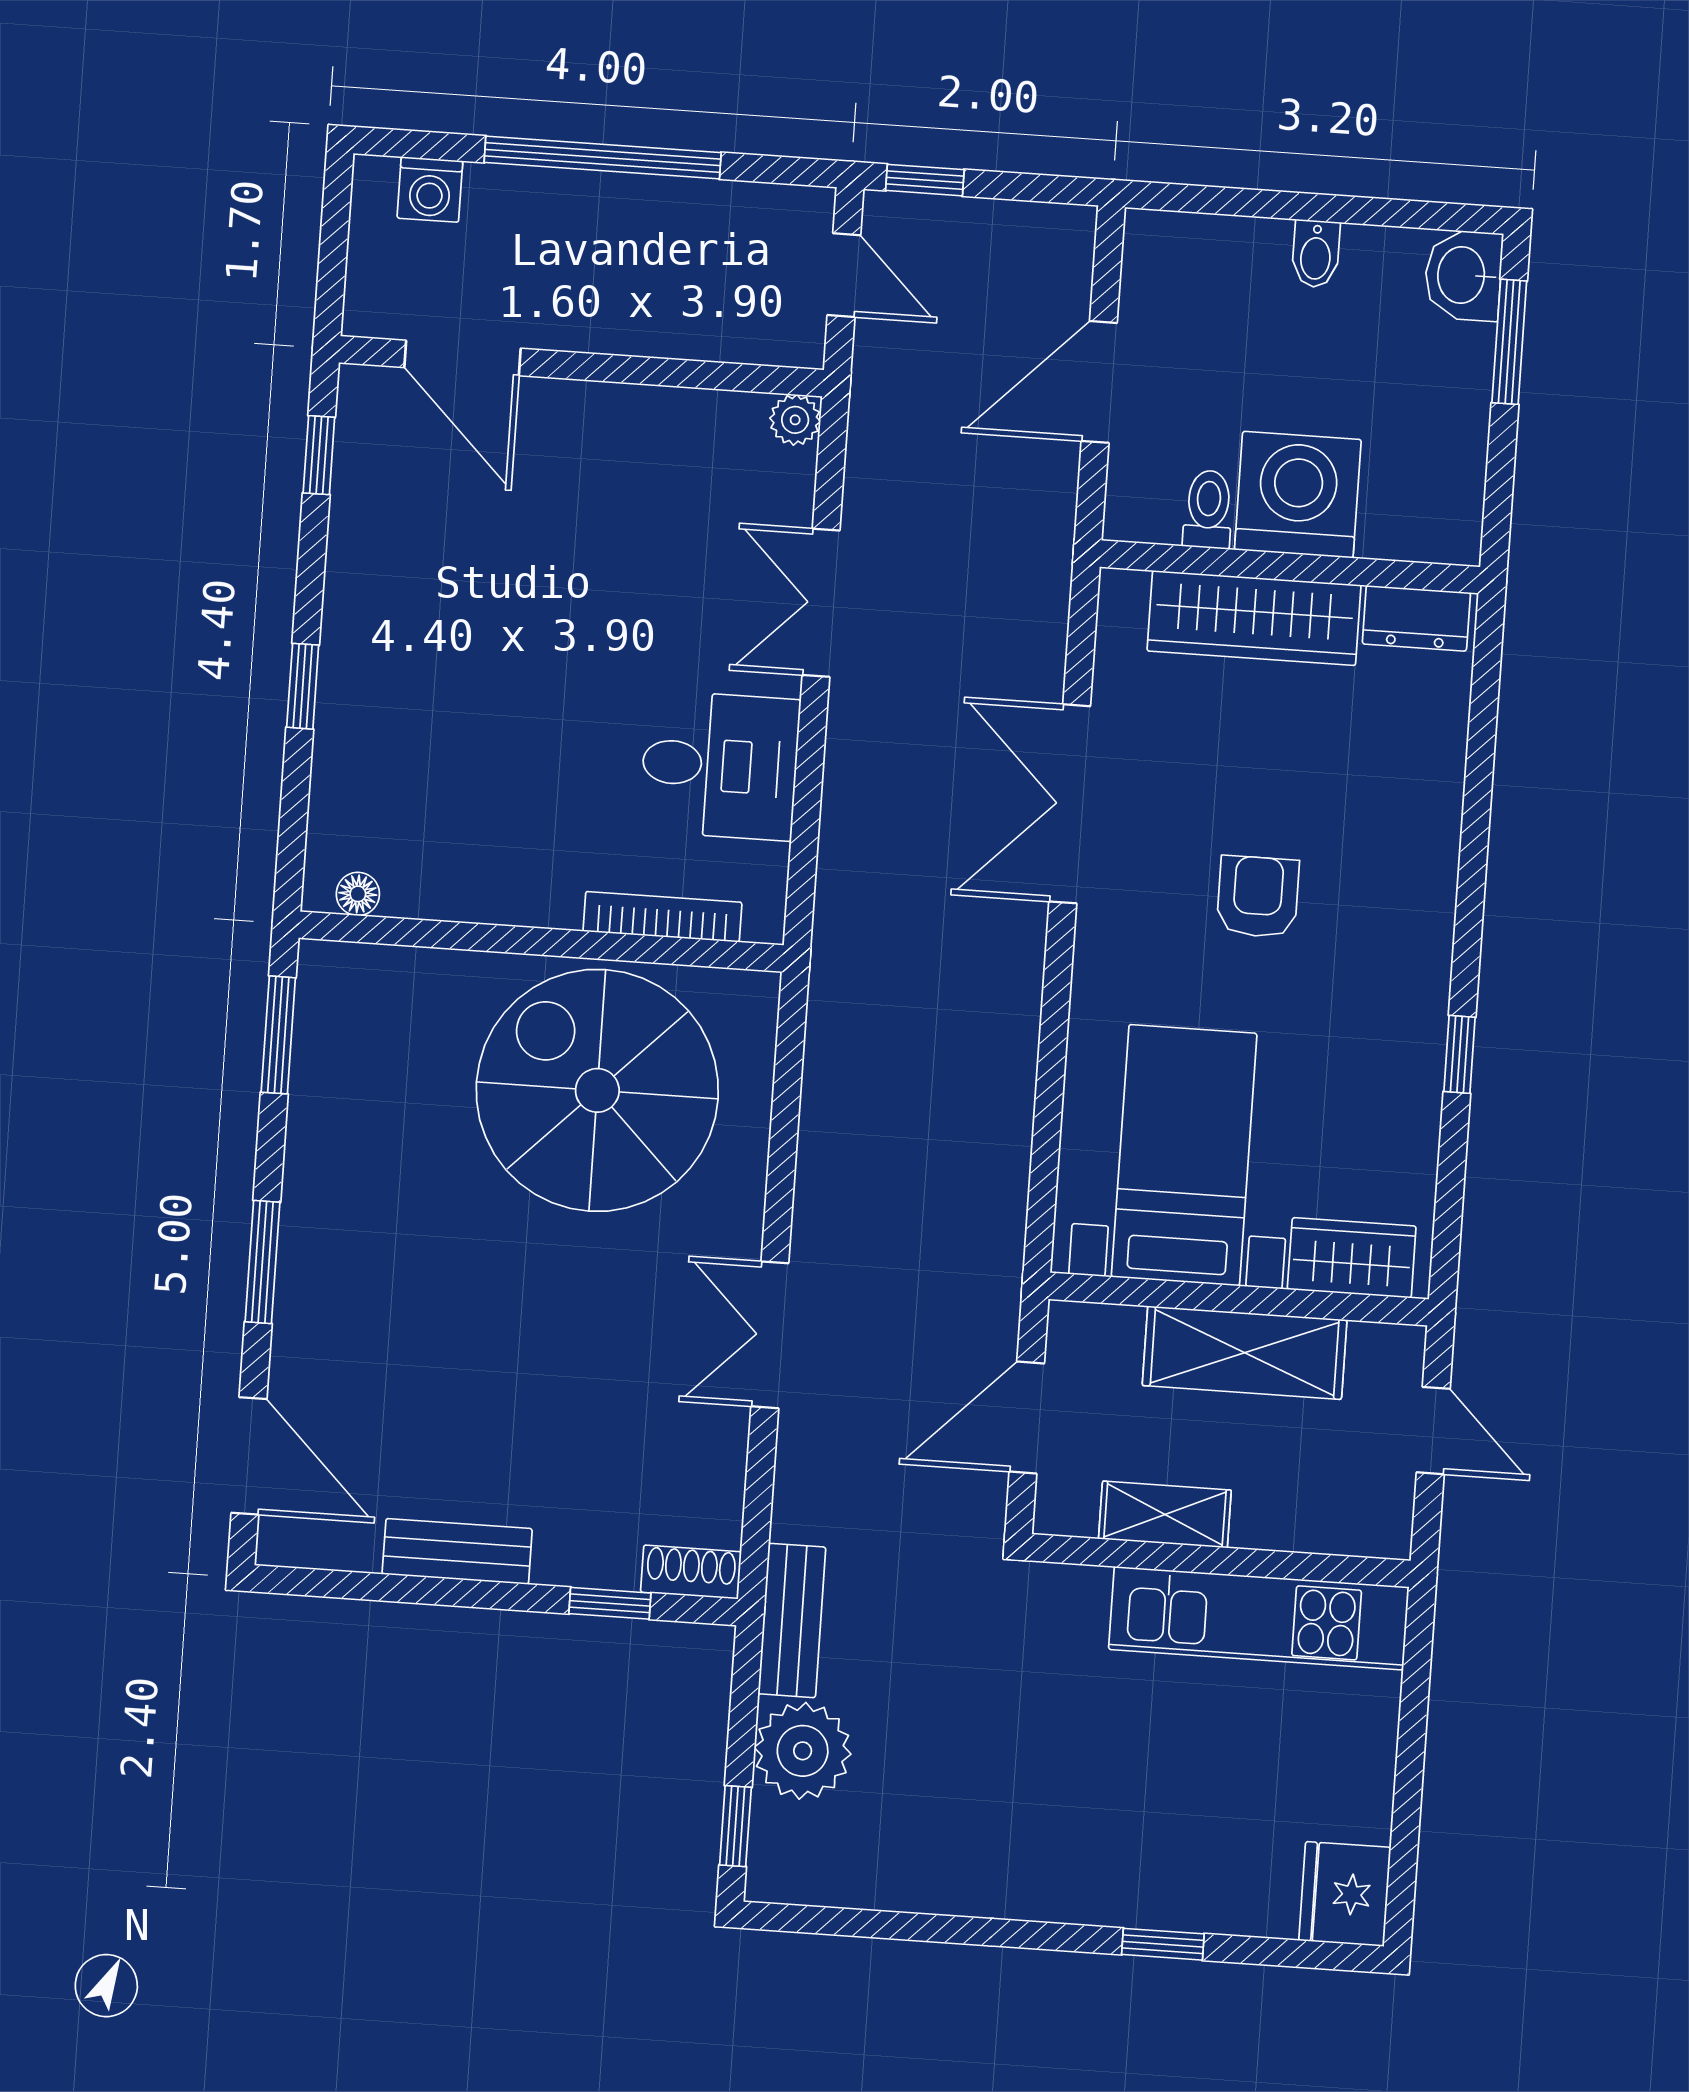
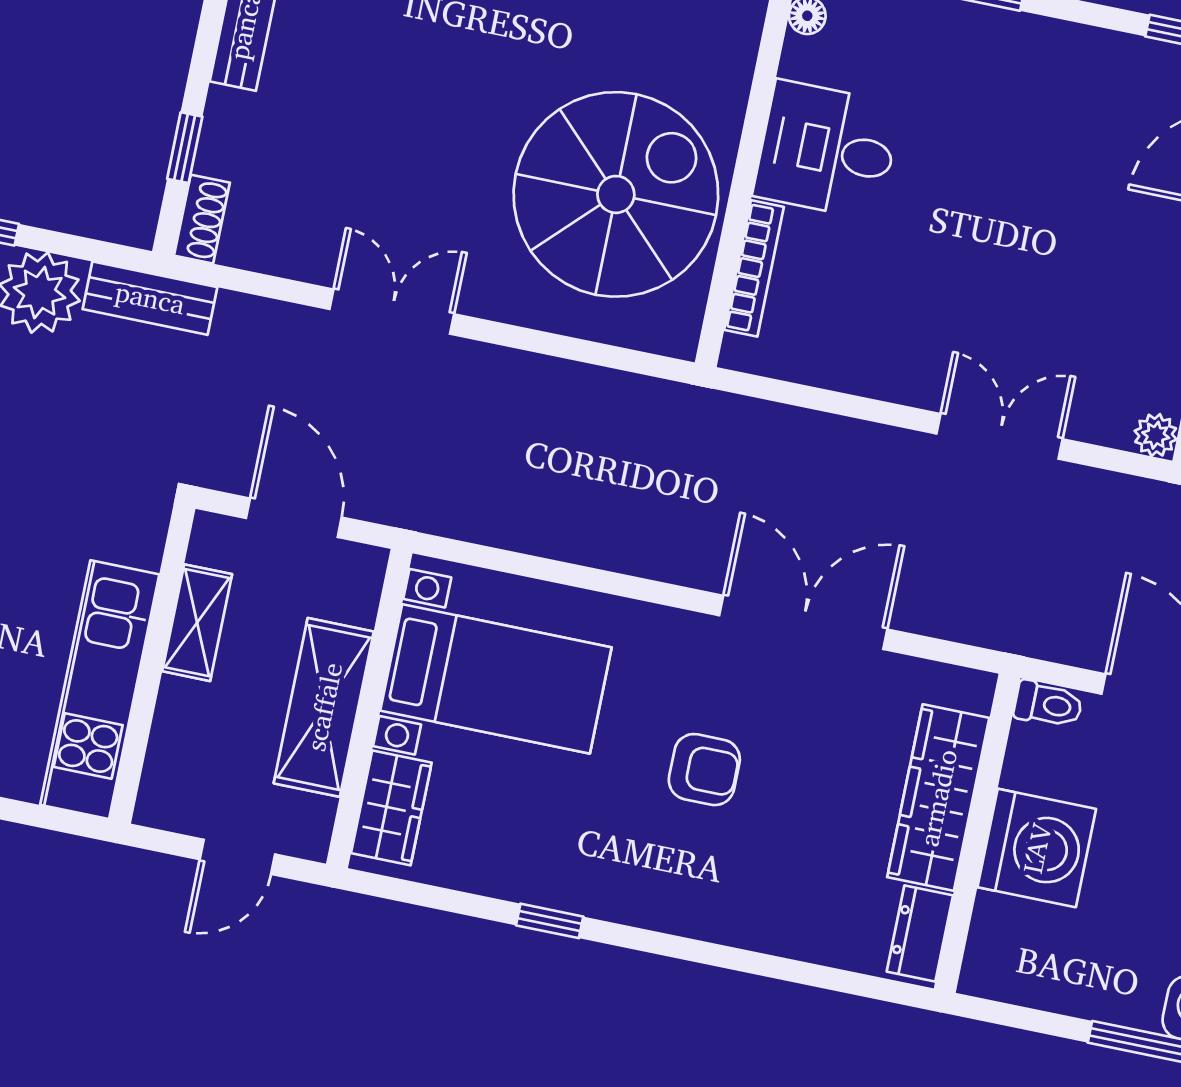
toilet: (1208, 509) -> (1048, 704), moved
desk: (720, 765) -> (827, 150), moved, turned 90

